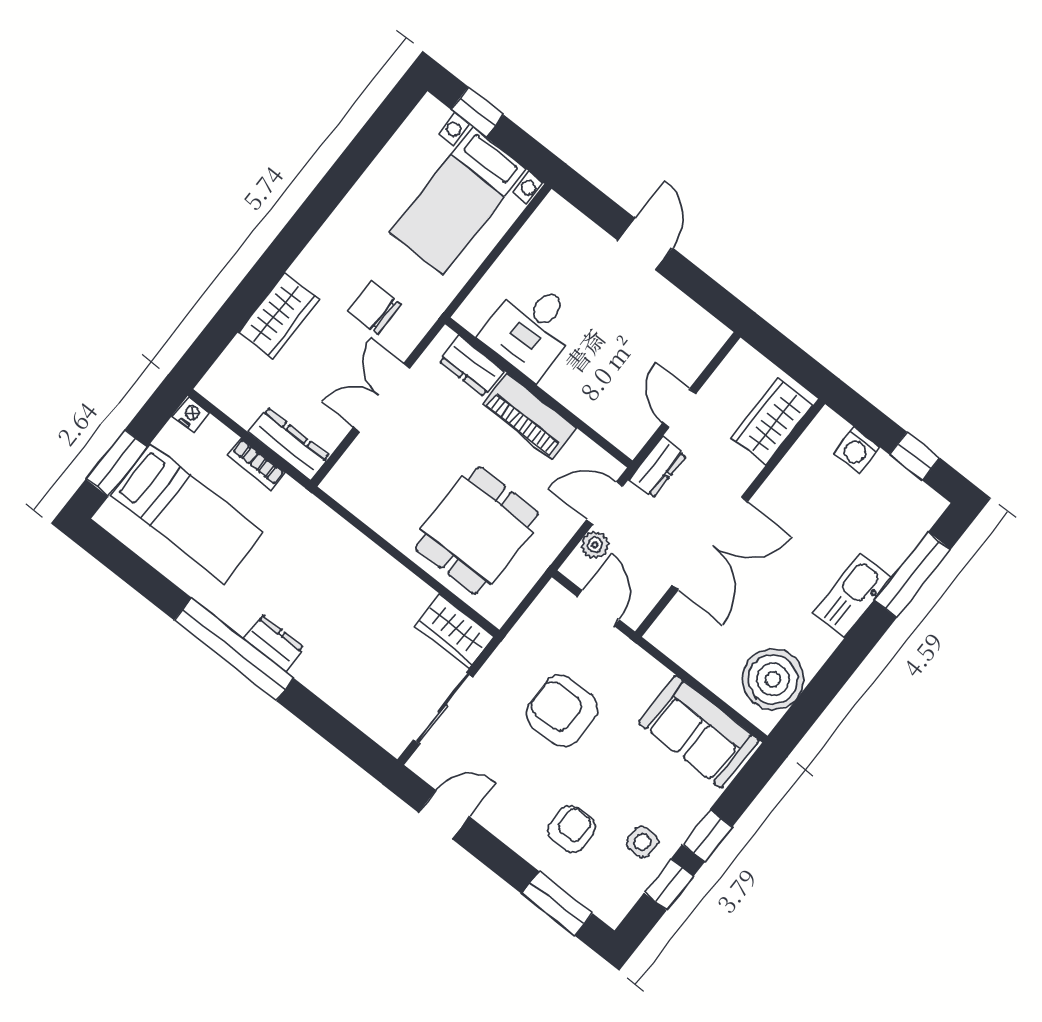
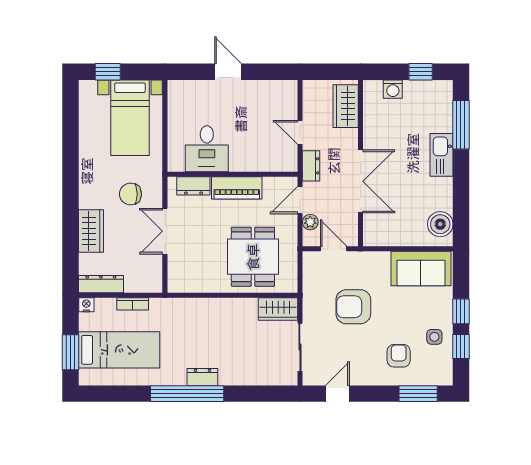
dresser: (289, 444) -> (101, 284), moved
boiler: (773, 679) -> (440, 224), width x0.73, depth x0.73

